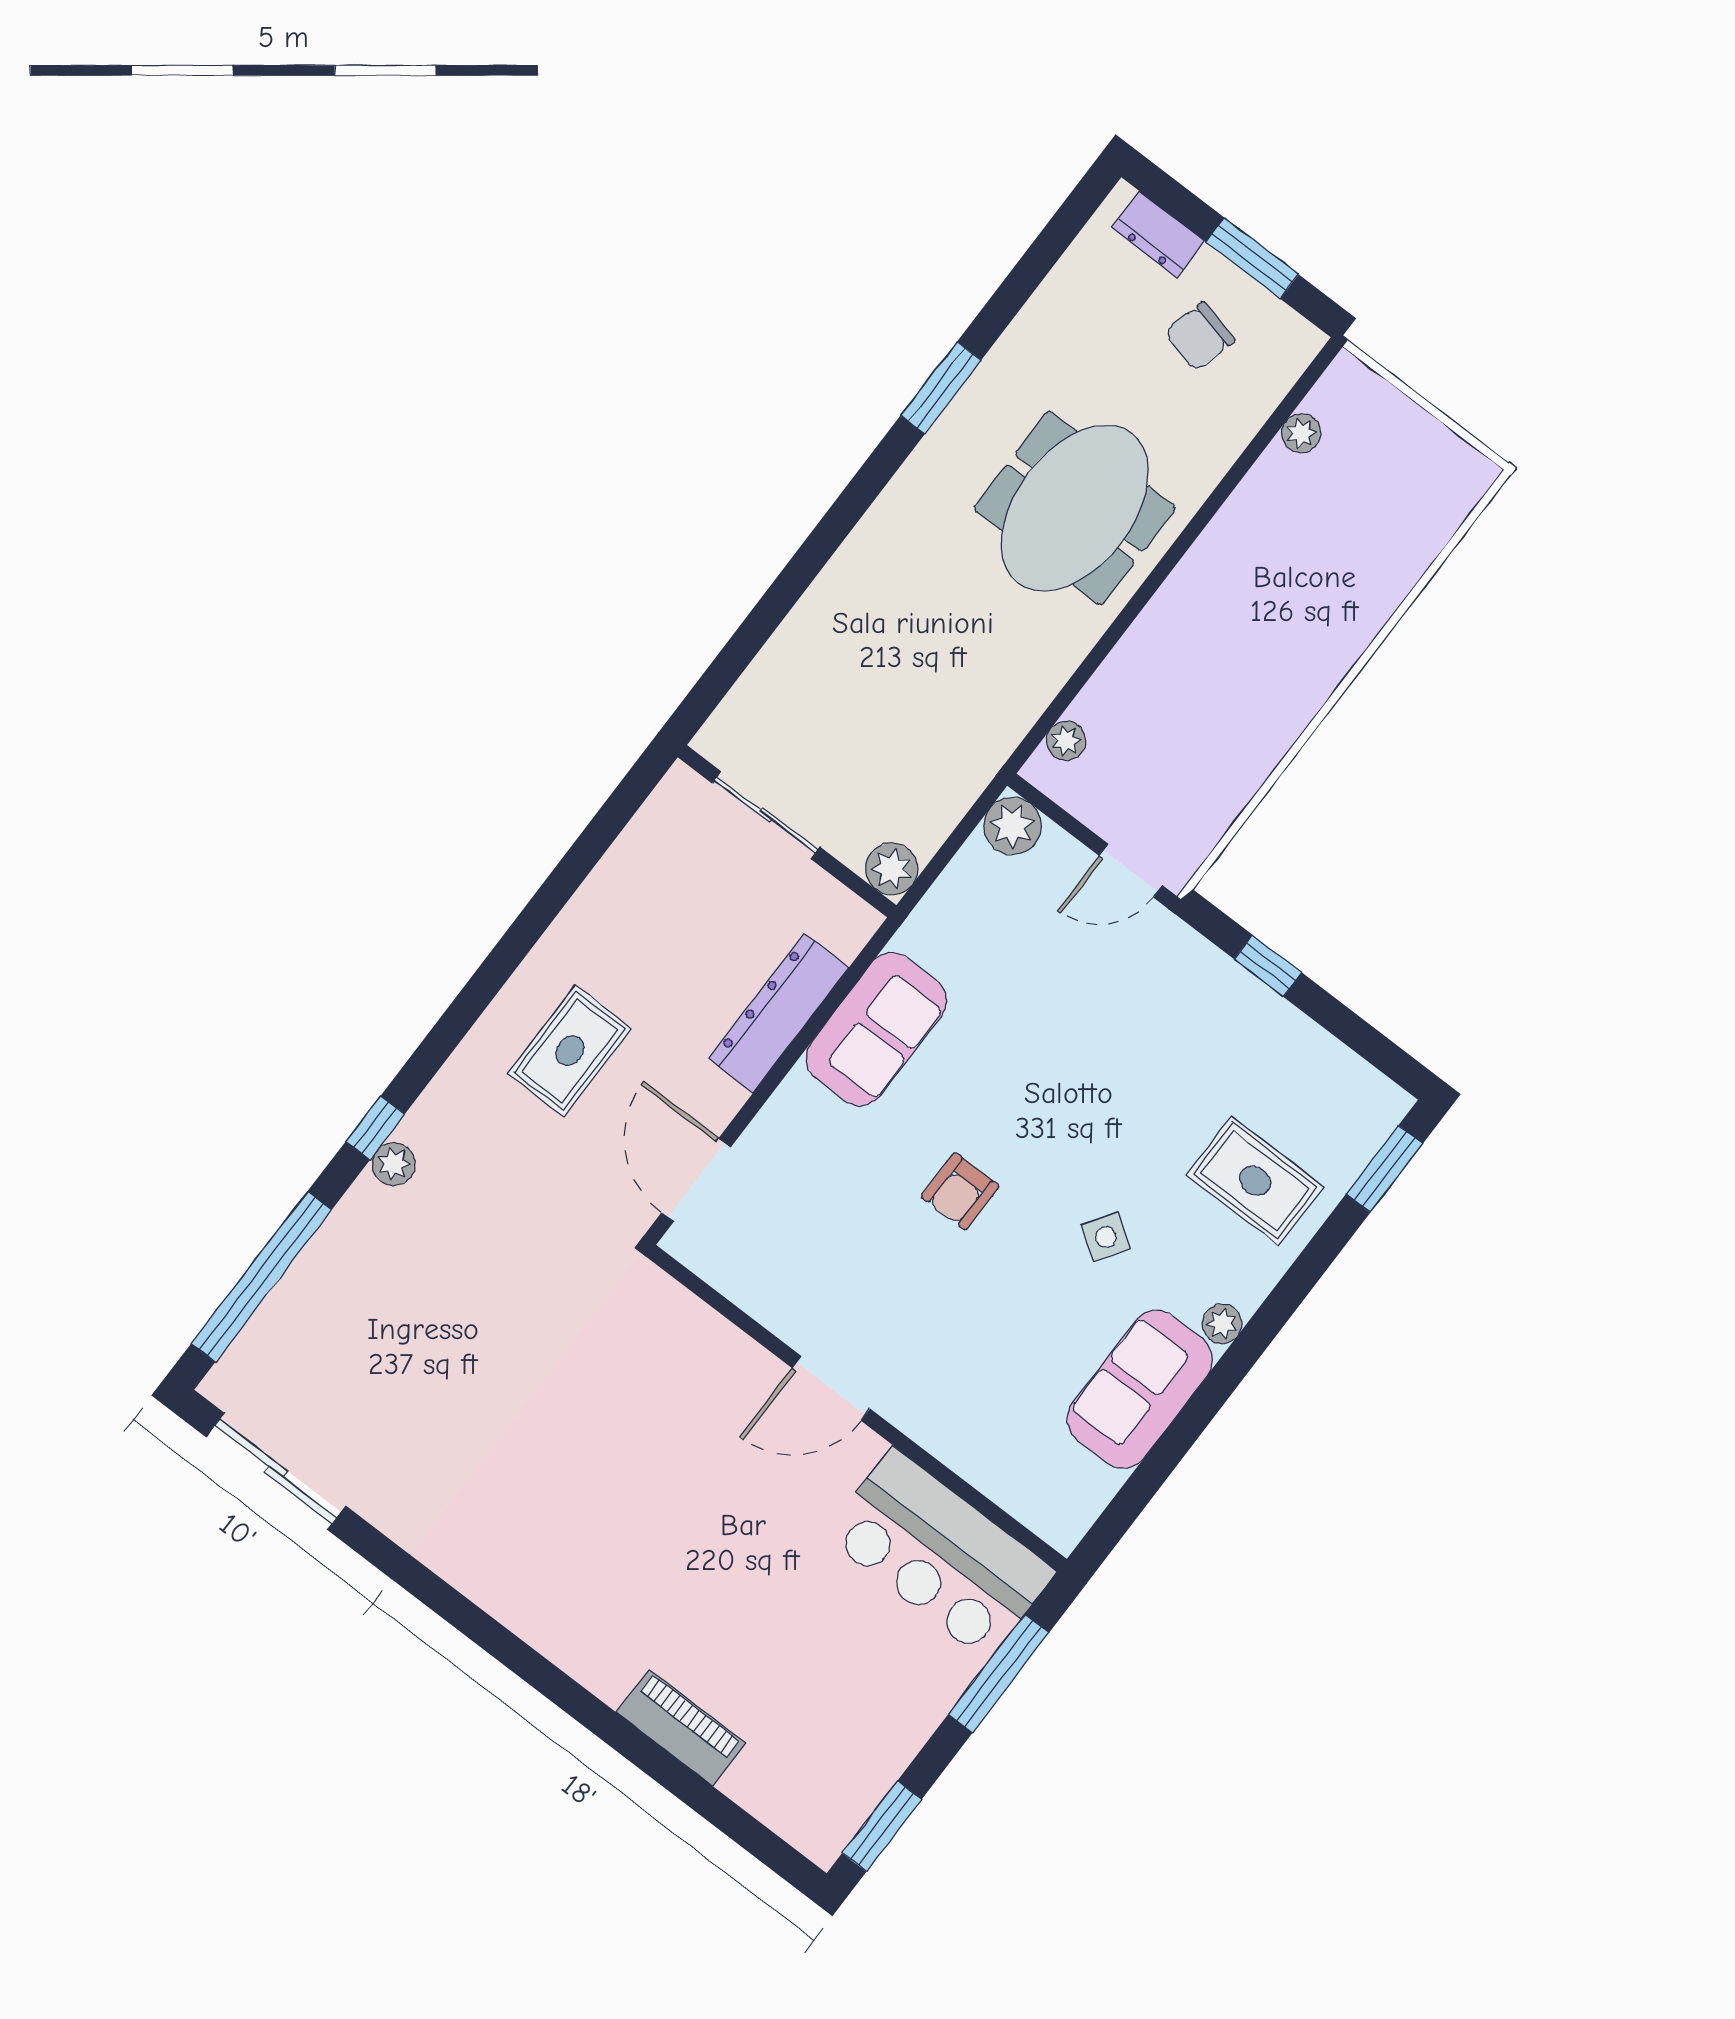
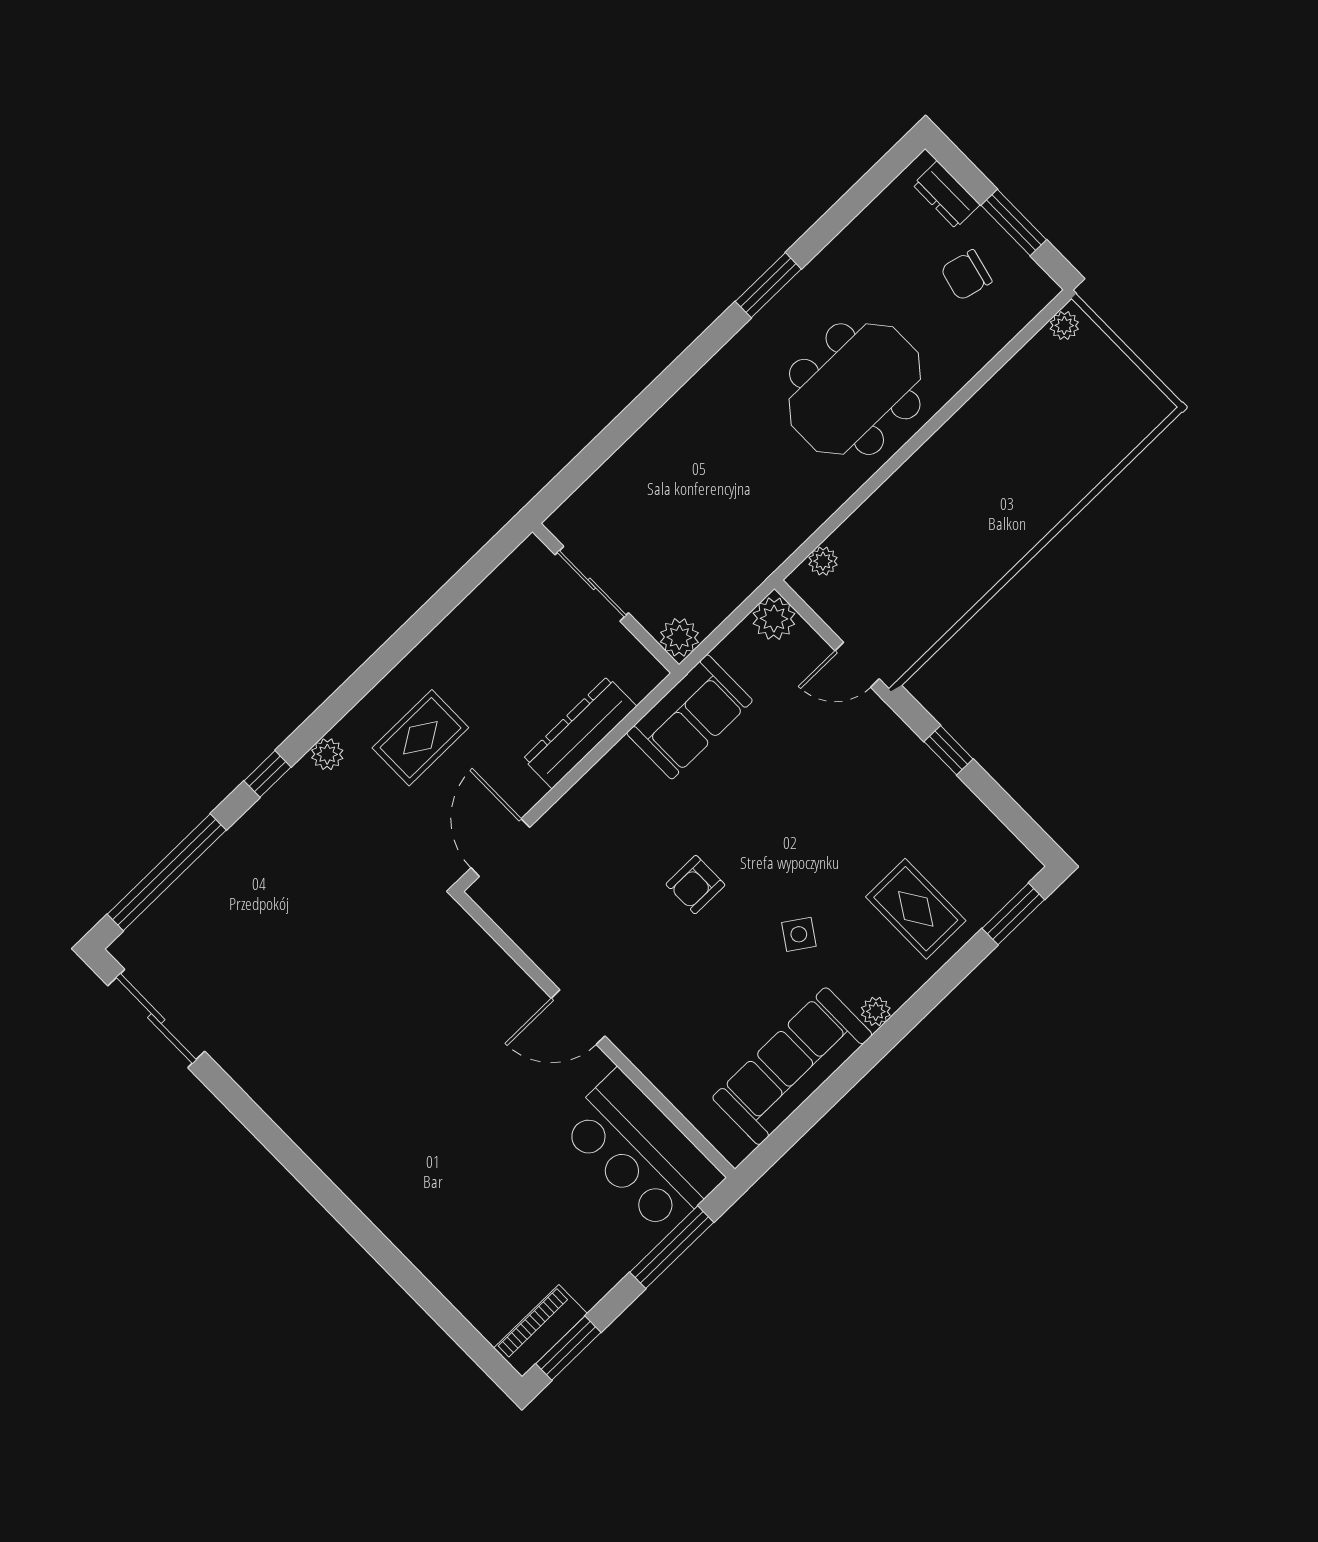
plant: (1301, 433) -> (1064, 326), moved
sofa: (876, 1029) -> (690, 717), moved
plant: (394, 1164) -> (327, 754), moved
sofa: (1140, 1389) -> (792, 1066), width x1.36
piano: (681, 1728) -> (541, 1331), moved, turned -90

